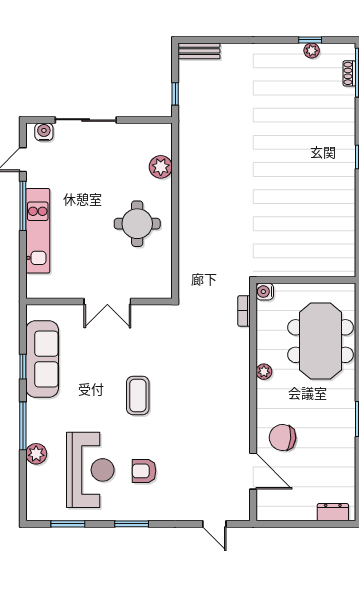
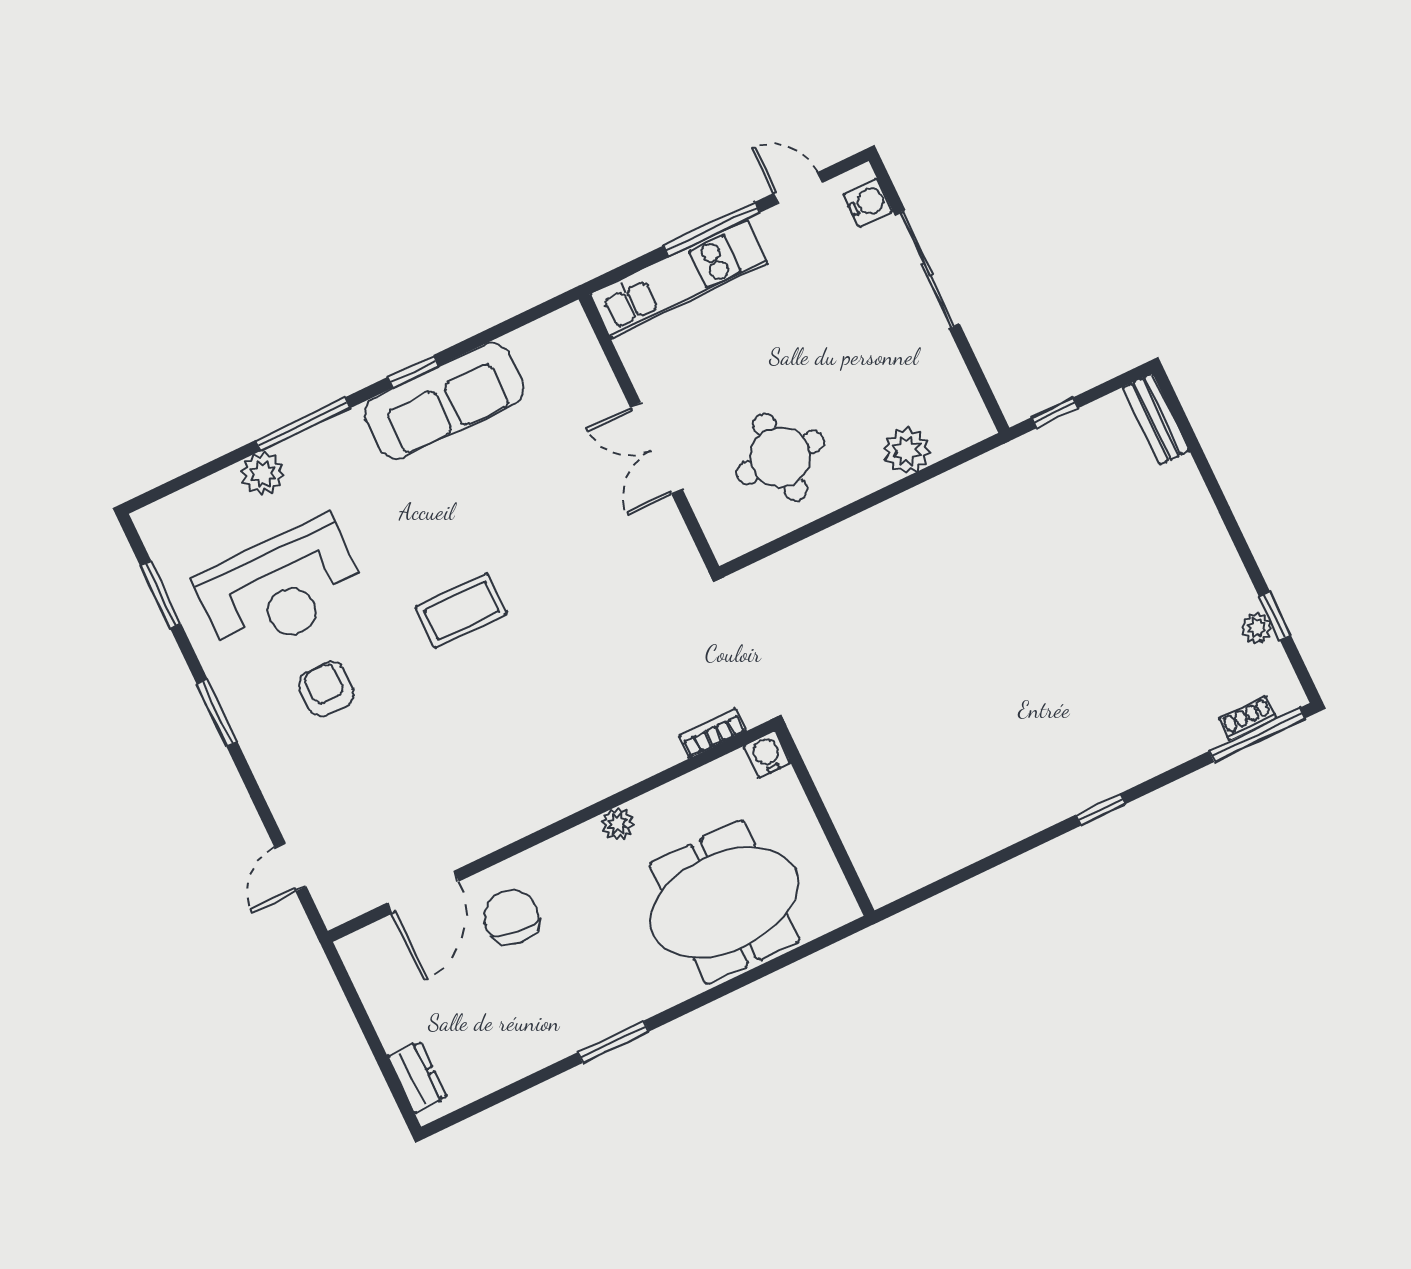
wall: (99, 301) -> (649, 433), moved
double door: (107, 301) -> (656, 448), moved

